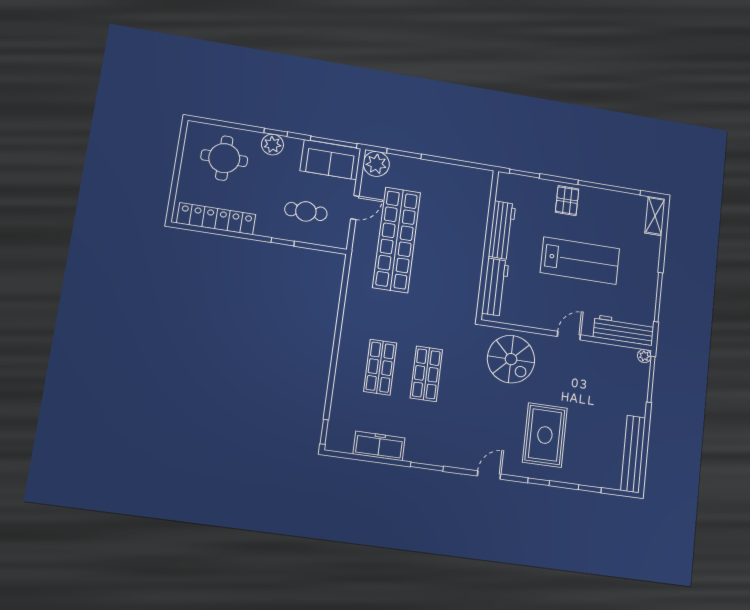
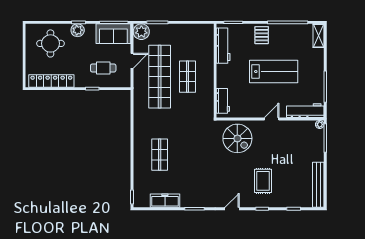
workbench: (502, 230) -> (223, 46), moved
workbench: (495, 287) -> (223, 101), width x0.73
shop shelf: (426, 374) -> (188, 77), moved
rug: (545, 435) -> (263, 181), width x0.73, depth x0.70

